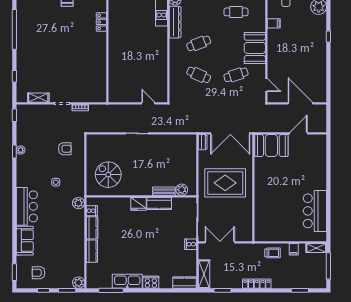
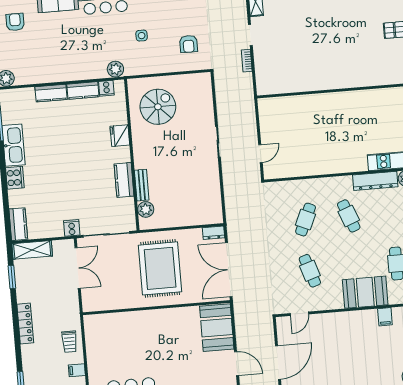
locker: (101, 22) -> (367, 80), removed
booth: (255, 48) -> (365, 292), moved
fridge: (138, 204) -> (120, 136), moved

